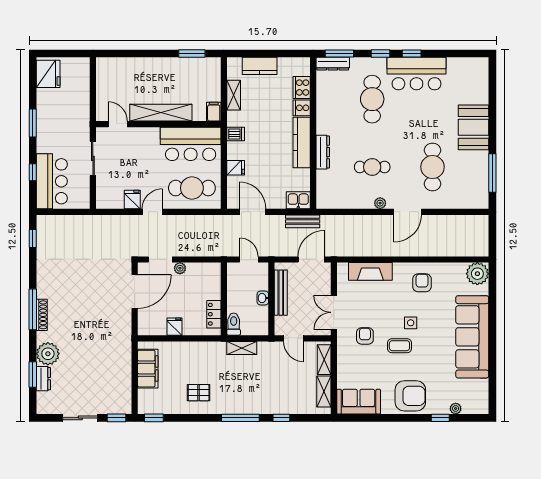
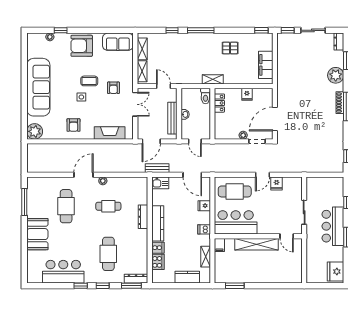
bar counter: (417, 74) -> (63, 272), moved
bar counter: (52, 181) -> (333, 226), moved
shelving: (242, 348) -> (213, 79), moved
dresser: (43, 379) -> (339, 42), moved

